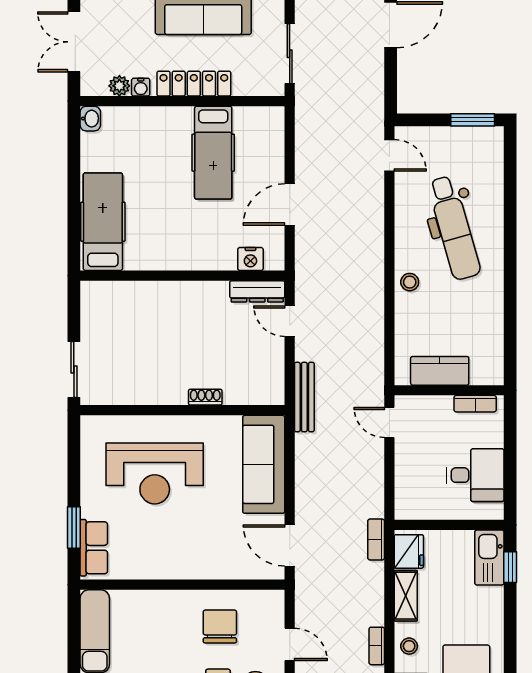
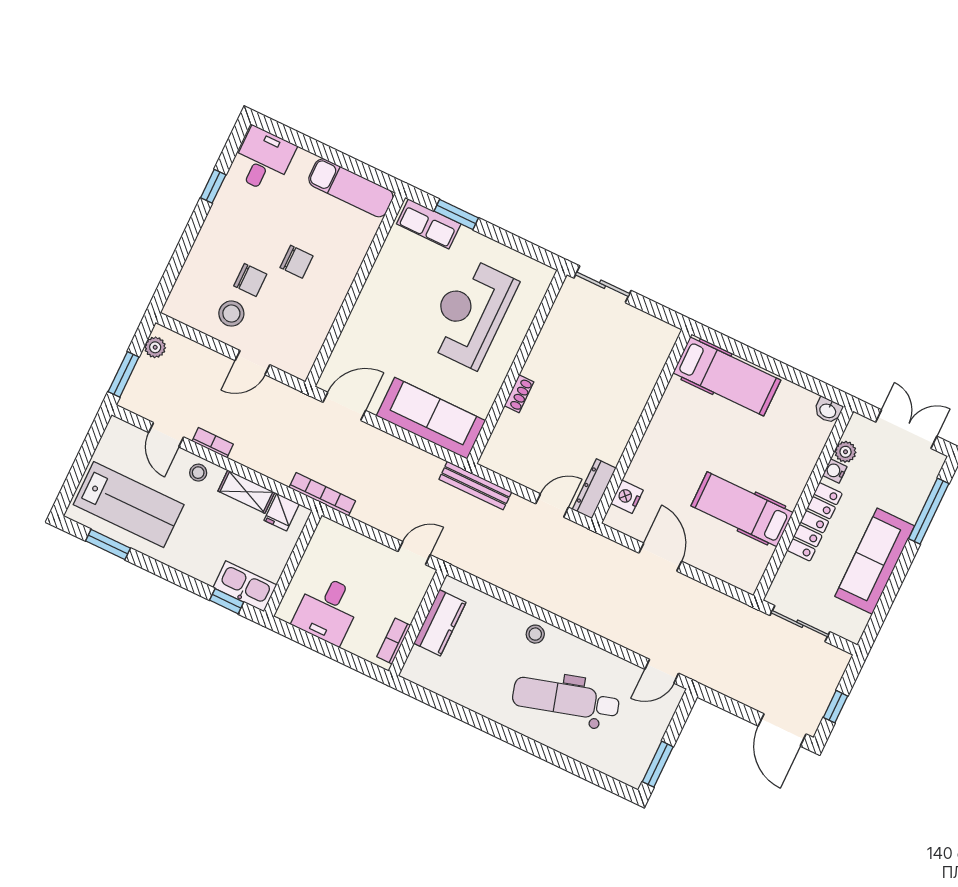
bookcase: (376, 540) -> (322, 494), width x1.56
fridge: (409, 551) -> (282, 512), width x0.72
chair: (220, 626) -> (296, 262), moved, width x0.73, depth x0.73

